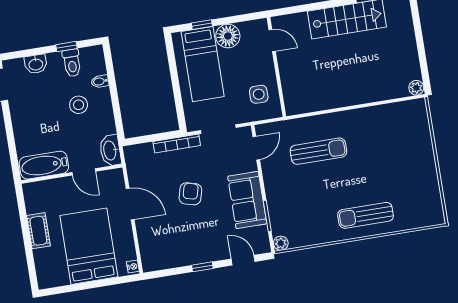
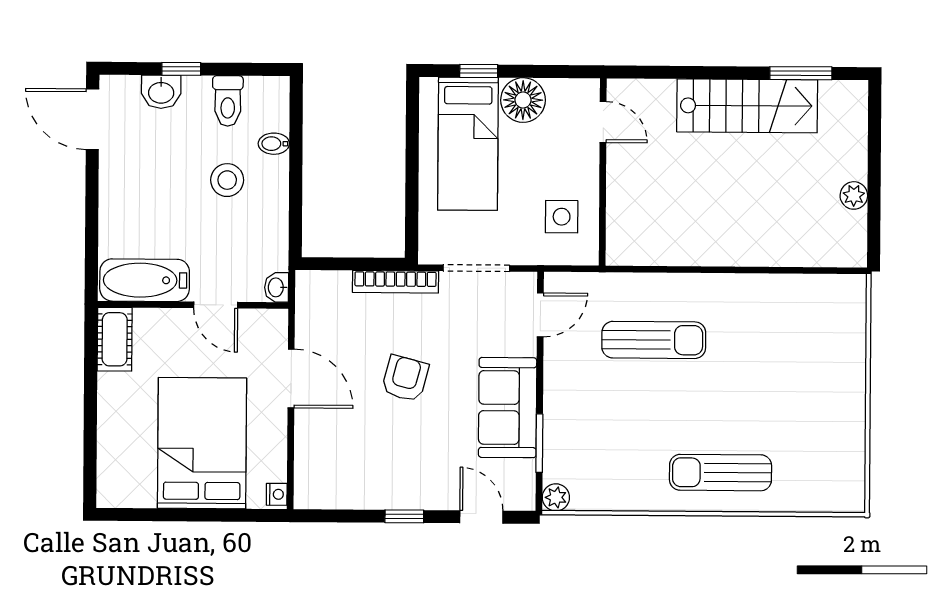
window: (66, 47) -> (181, 69), moved
plant: (416, 88) -> (854, 195), moved
washbasin: (110, 150) -> (277, 287), width x0.52, depth x0.69
cot: (38, 231) -> (115, 339), moved

